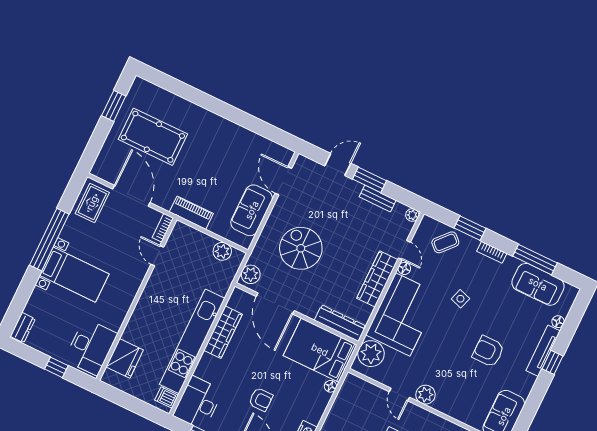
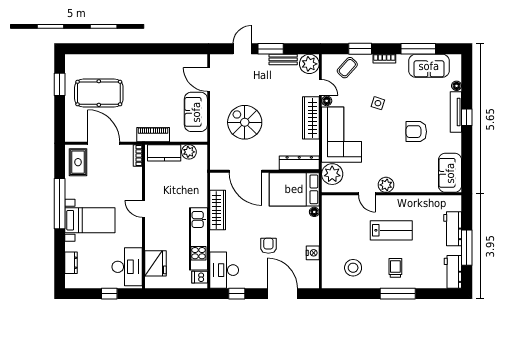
plant: (412, 215) -> (309, 64), width x1.88, depth x1.88
kitchen counter: (194, 239) -> (164, 153), added
door: (157, 256) -> (143, 209), moved
plant: (251, 274) -> (217, 159), removed
dresser: (23, 328) -> (71, 263), moved
kitchen unit: (192, 341) -> (199, 239), width x0.73
armchair: (261, 400) -> (268, 246), turned -90

